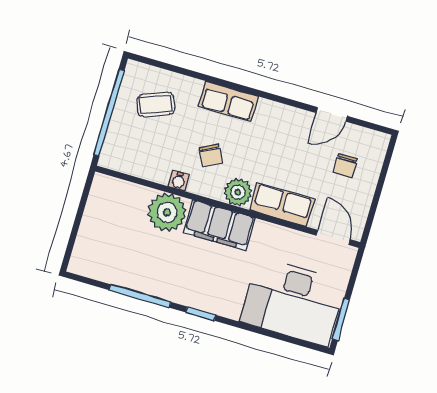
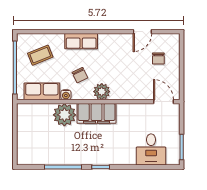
row of seats: (282, 205) -> (42, 91), moved
desk: (293, 301) -> (151, 149), width x0.53, depth x0.77

